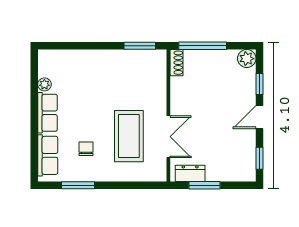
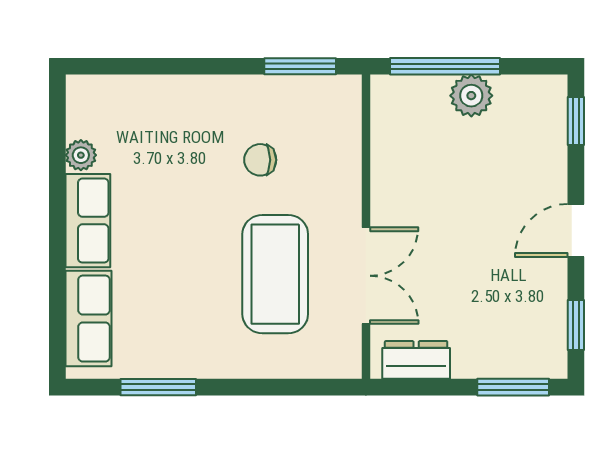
plant: (247, 59) -> (471, 96), moved
shoe rack: (177, 63) -> (385, 105), removed
window: (259, 84) -> (576, 121), moved
chair: (86, 149) -> (260, 160), moved, turned -90
window: (205, 185) -> (513, 387), moved

